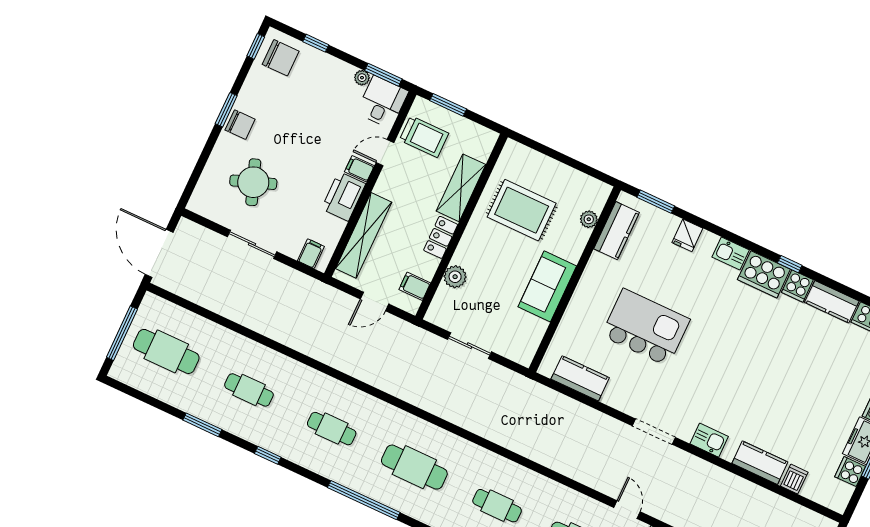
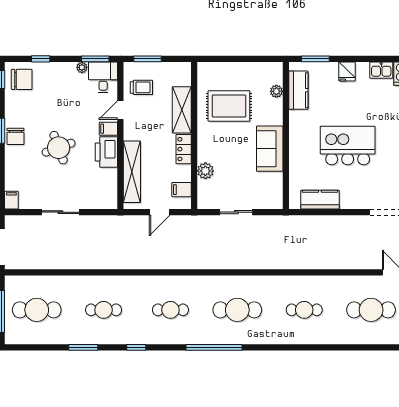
chair: (240, 125) -> (15, 136), turned 90
trolley: (424, 137) -> (141, 87), width x0.73, depth x0.72
round table: (253, 182) -> (59, 148), moved
filing cabinet: (311, 254) -> (11, 200), moved

